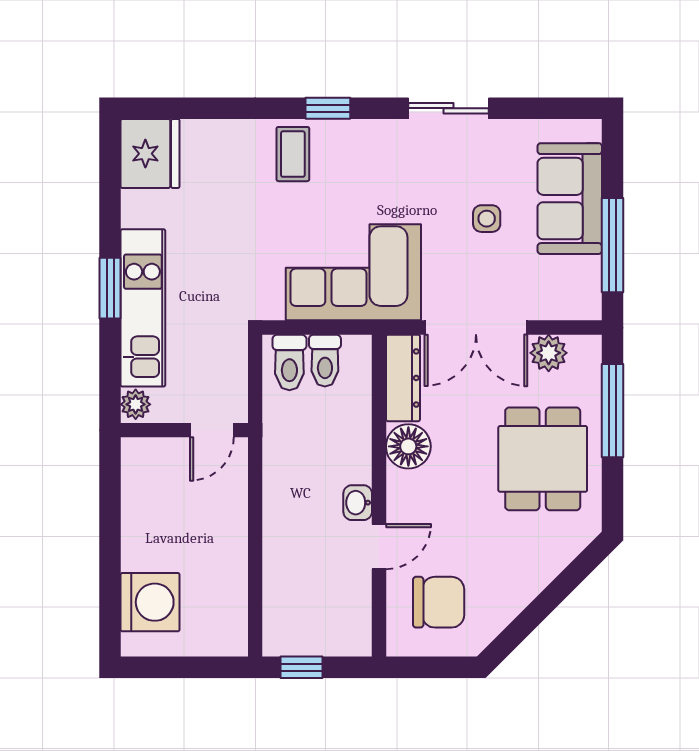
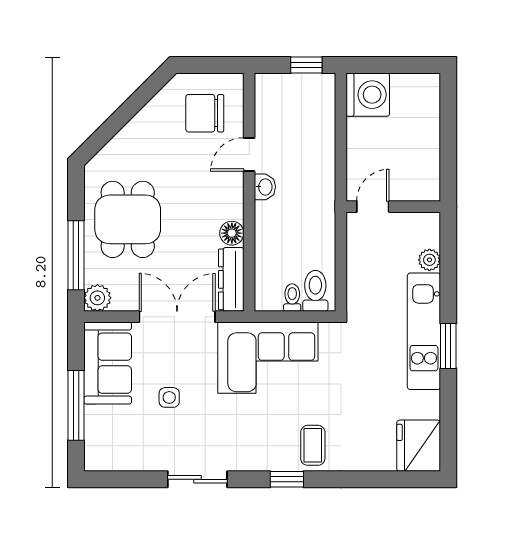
sofa: (570, 199) -> (108, 363), moved
window: (612, 245) -> (76, 405), moved
plant: (549, 353) -> (97, 298), moved
toilet: (325, 361) -> (292, 298), width x0.73, depth x0.72
wall: (184, 430) -> (393, 207), moved
door: (212, 430) -> (373, 207), moved
floor lamp: (408, 446) -> (232, 233), width x0.73, depth x0.73
washing machine: (150, 602) -> (368, 95), moved, turned 180

